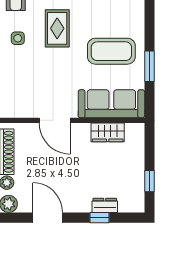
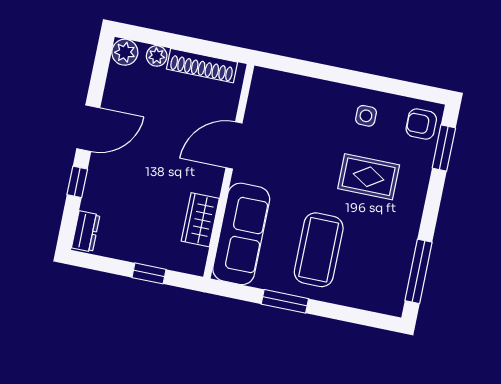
window: (149, 181) -> (149, 273), moved
dresser: (105, 205) -> (86, 231), moved
door: (48, 218) -> (88, 128), moved

